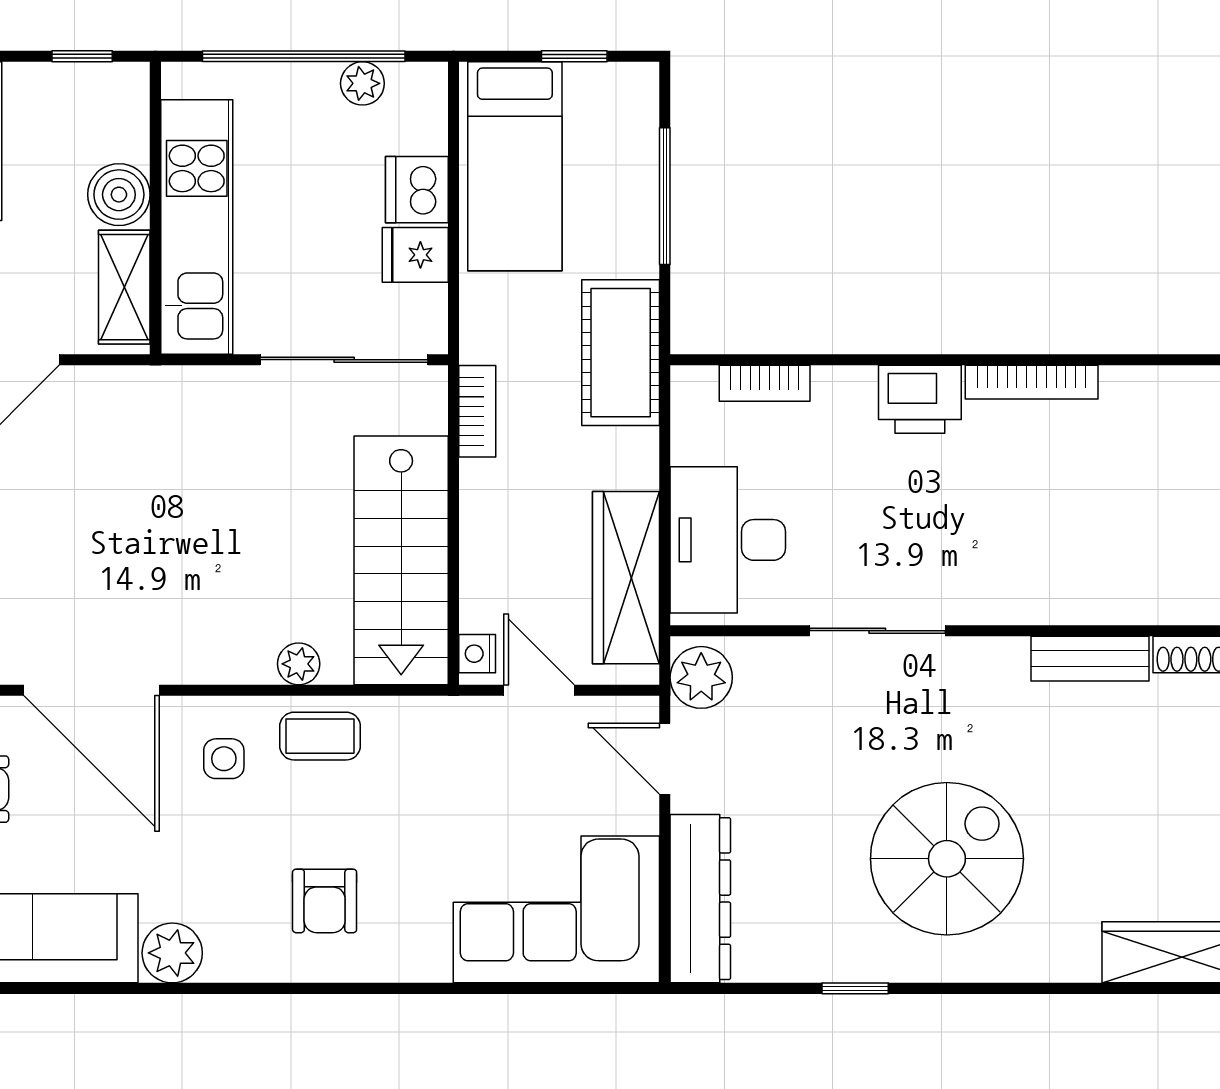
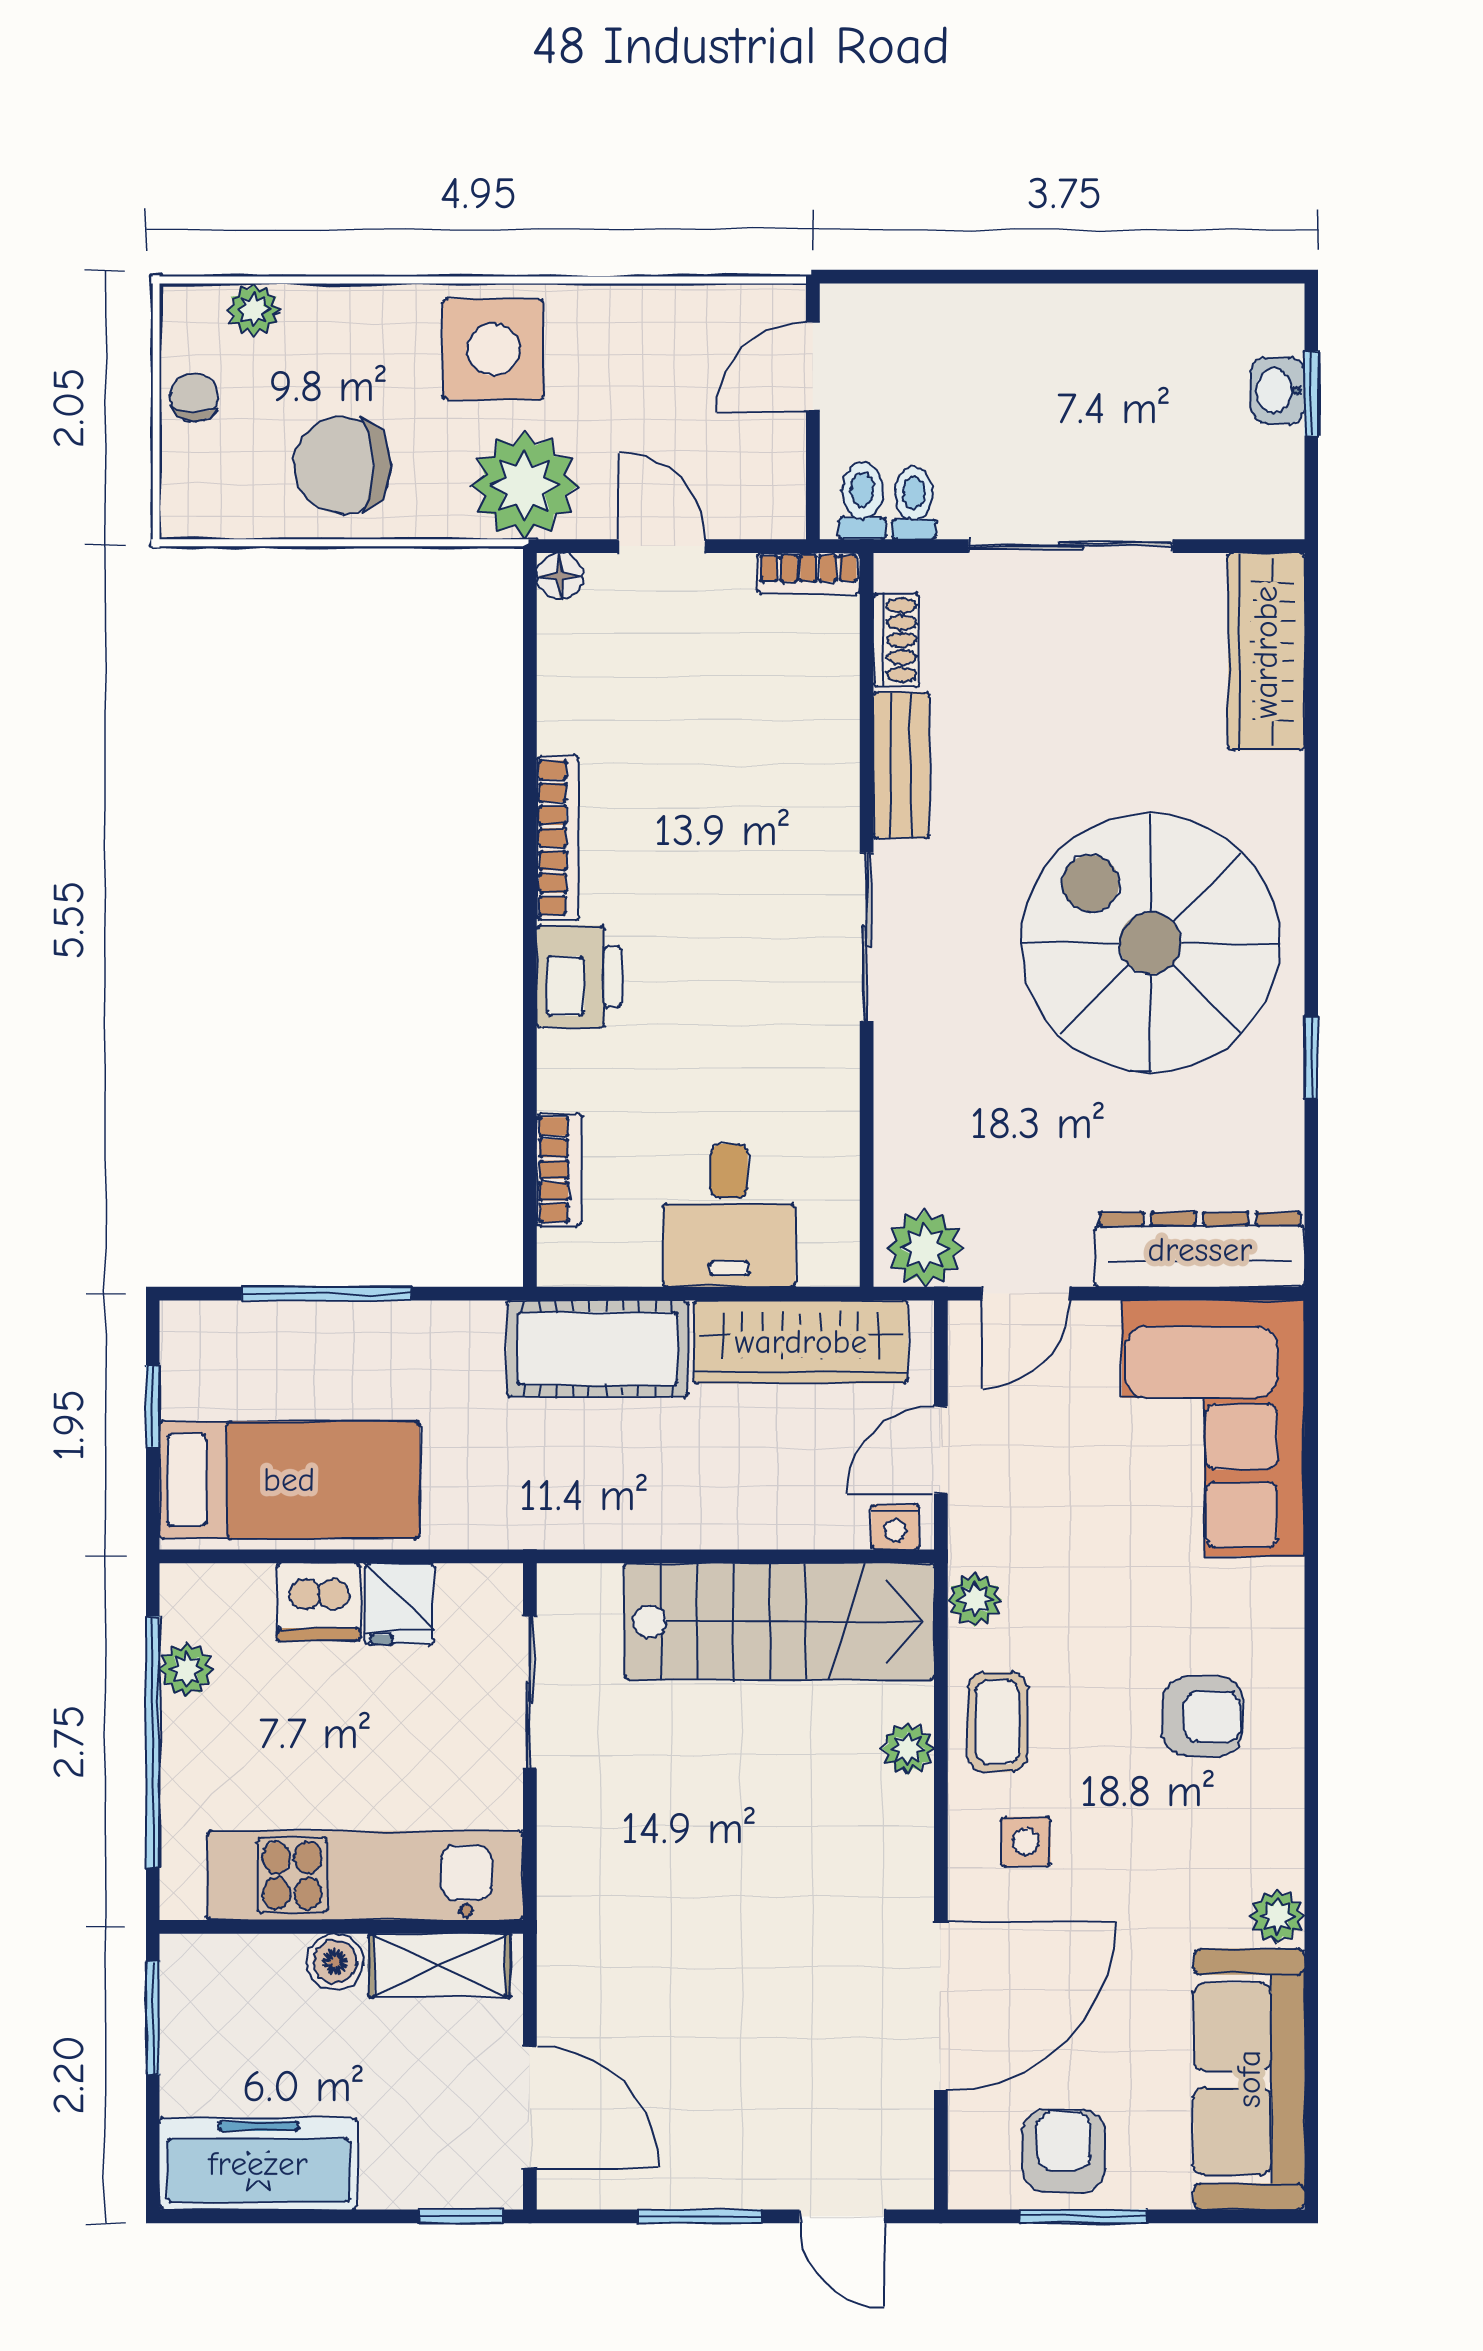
window: (82, 56) -> (153, 2018), width x1.50
boiler: (119, 195) -> (335, 1962), width x0.73, depth x0.73
cot: (621, 353) -> (598, 1349), moved
sliding door: (344, 360) -> (530, 1692), width x0.73
bookcase: (477, 411) -> (594, 1527), removed
desk: (728, 540) -> (729, 1215), width x0.73
sliding door: (877, 631) -> (867, 937), moved
plant: (419, 718) -> (975, 1600), added
spiral stairs: (947, 859) -> (1150, 943), width x1.37, depth x1.37
plant: (172, 953) -> (1277, 1916), width x0.73, depth x0.73

